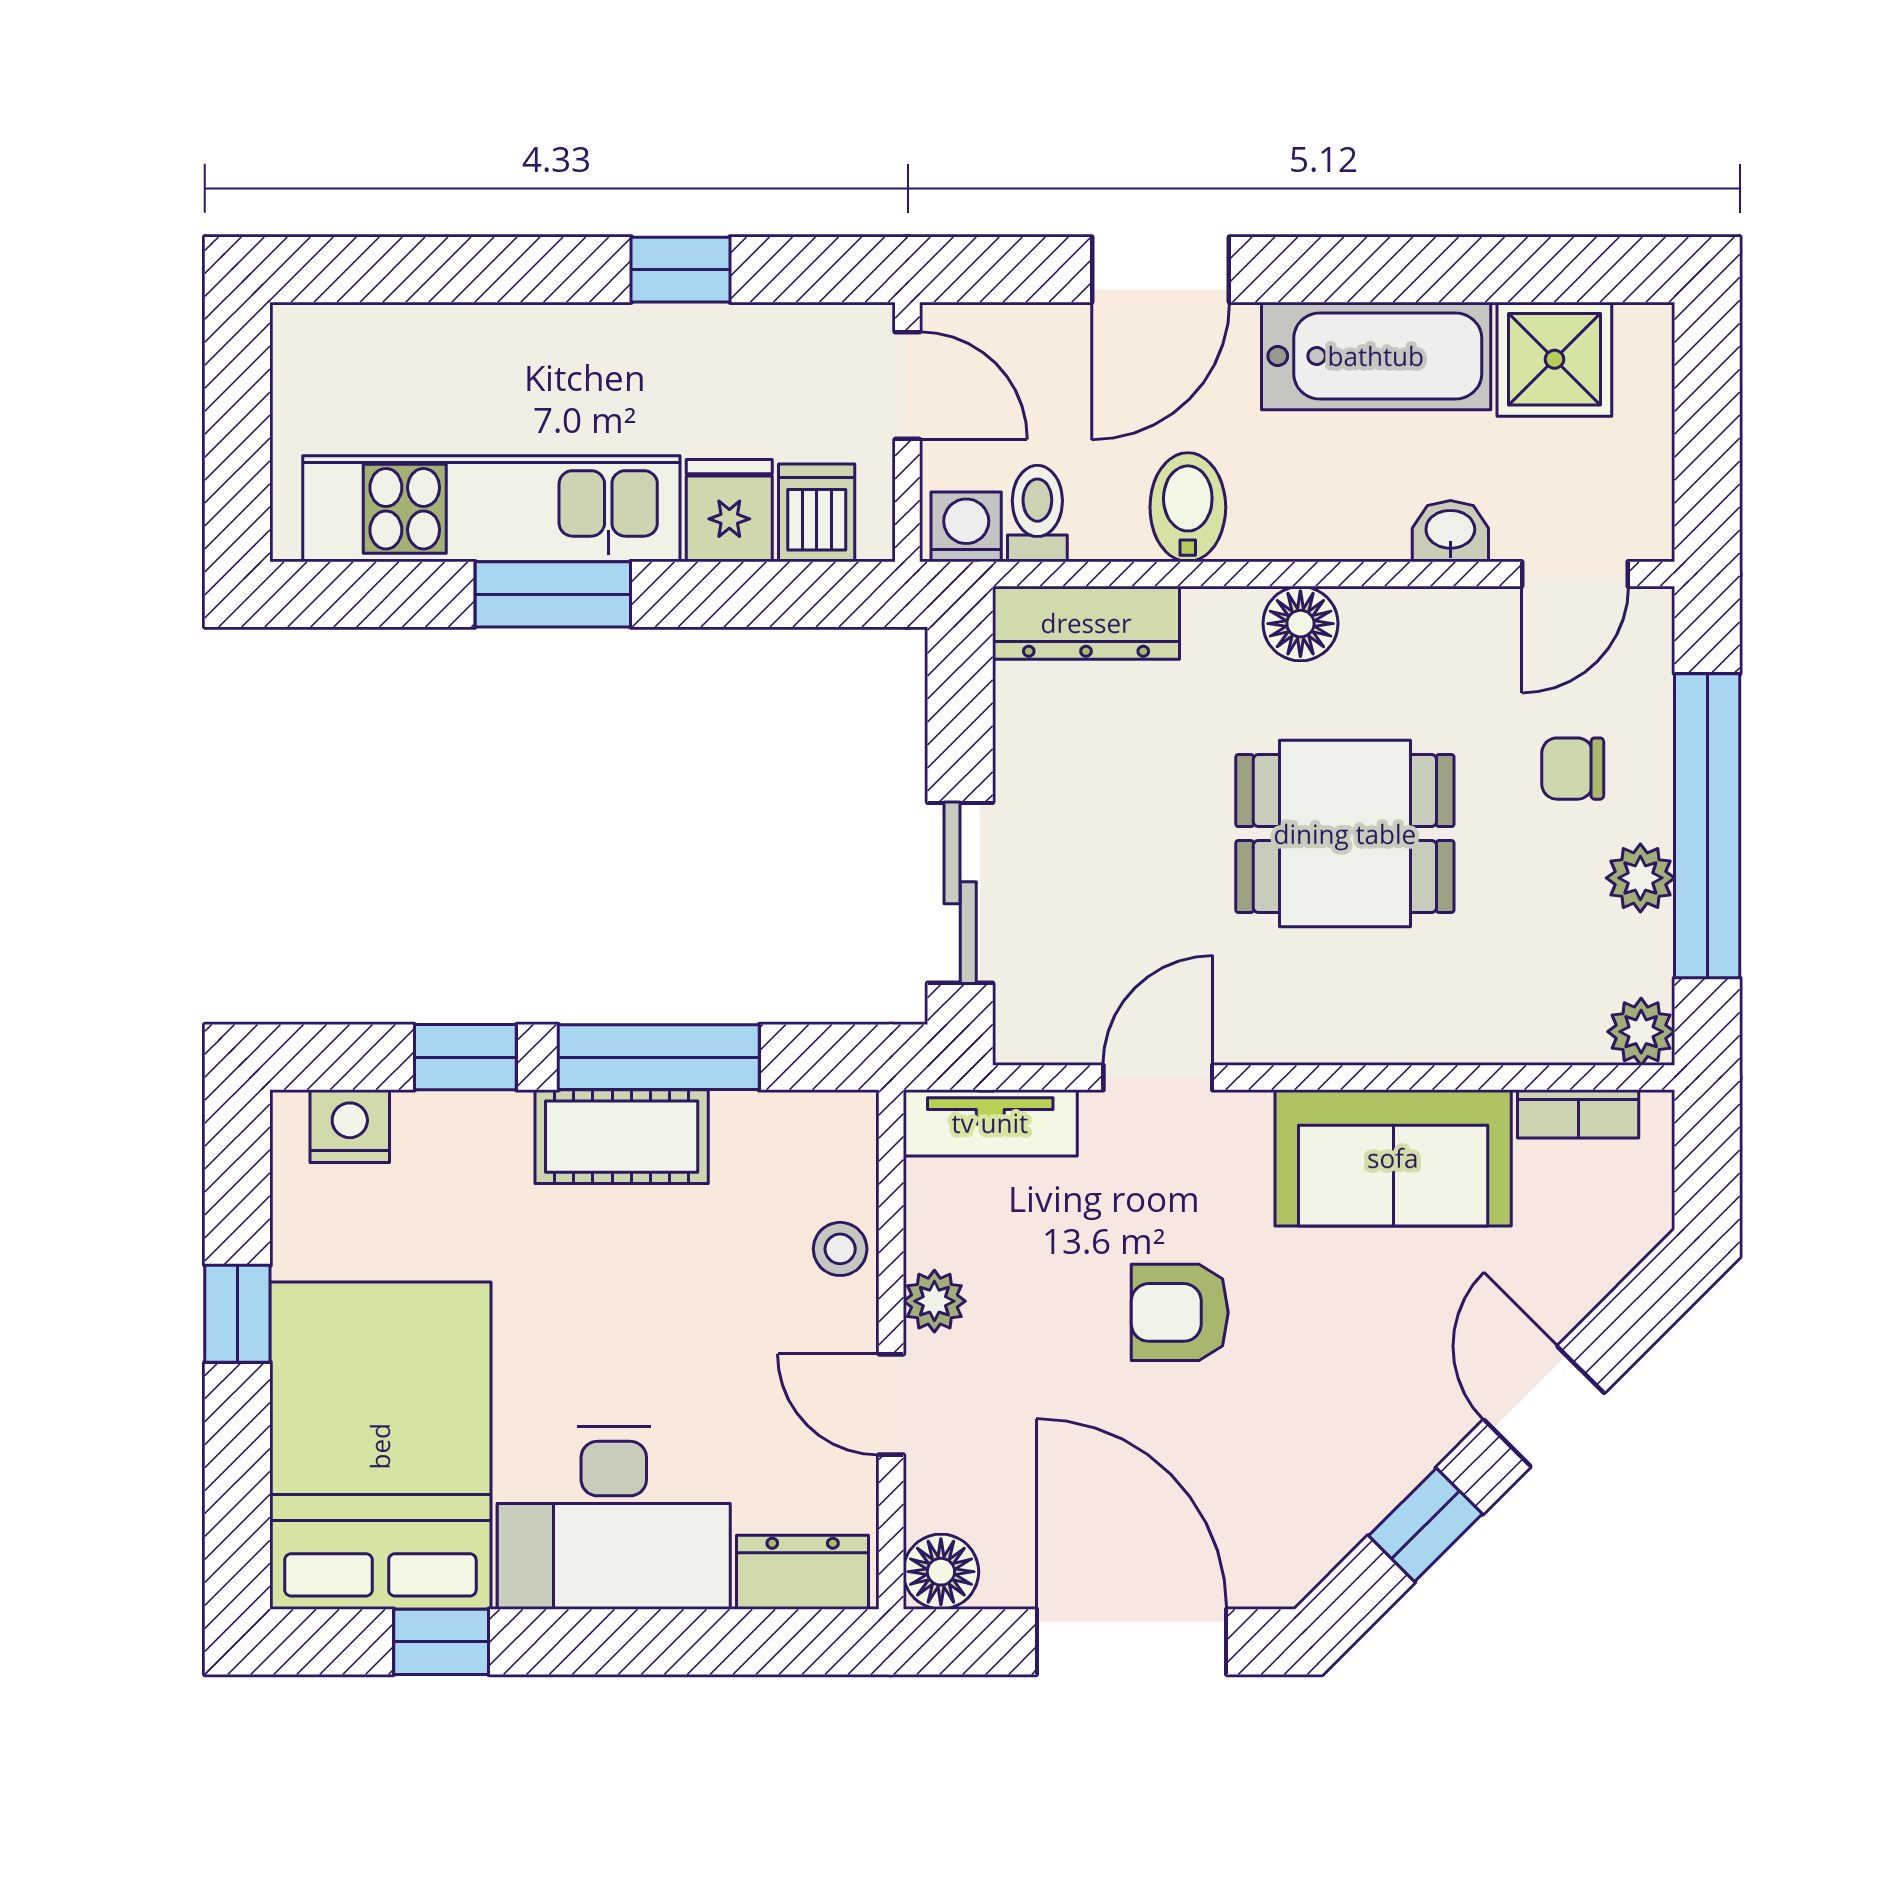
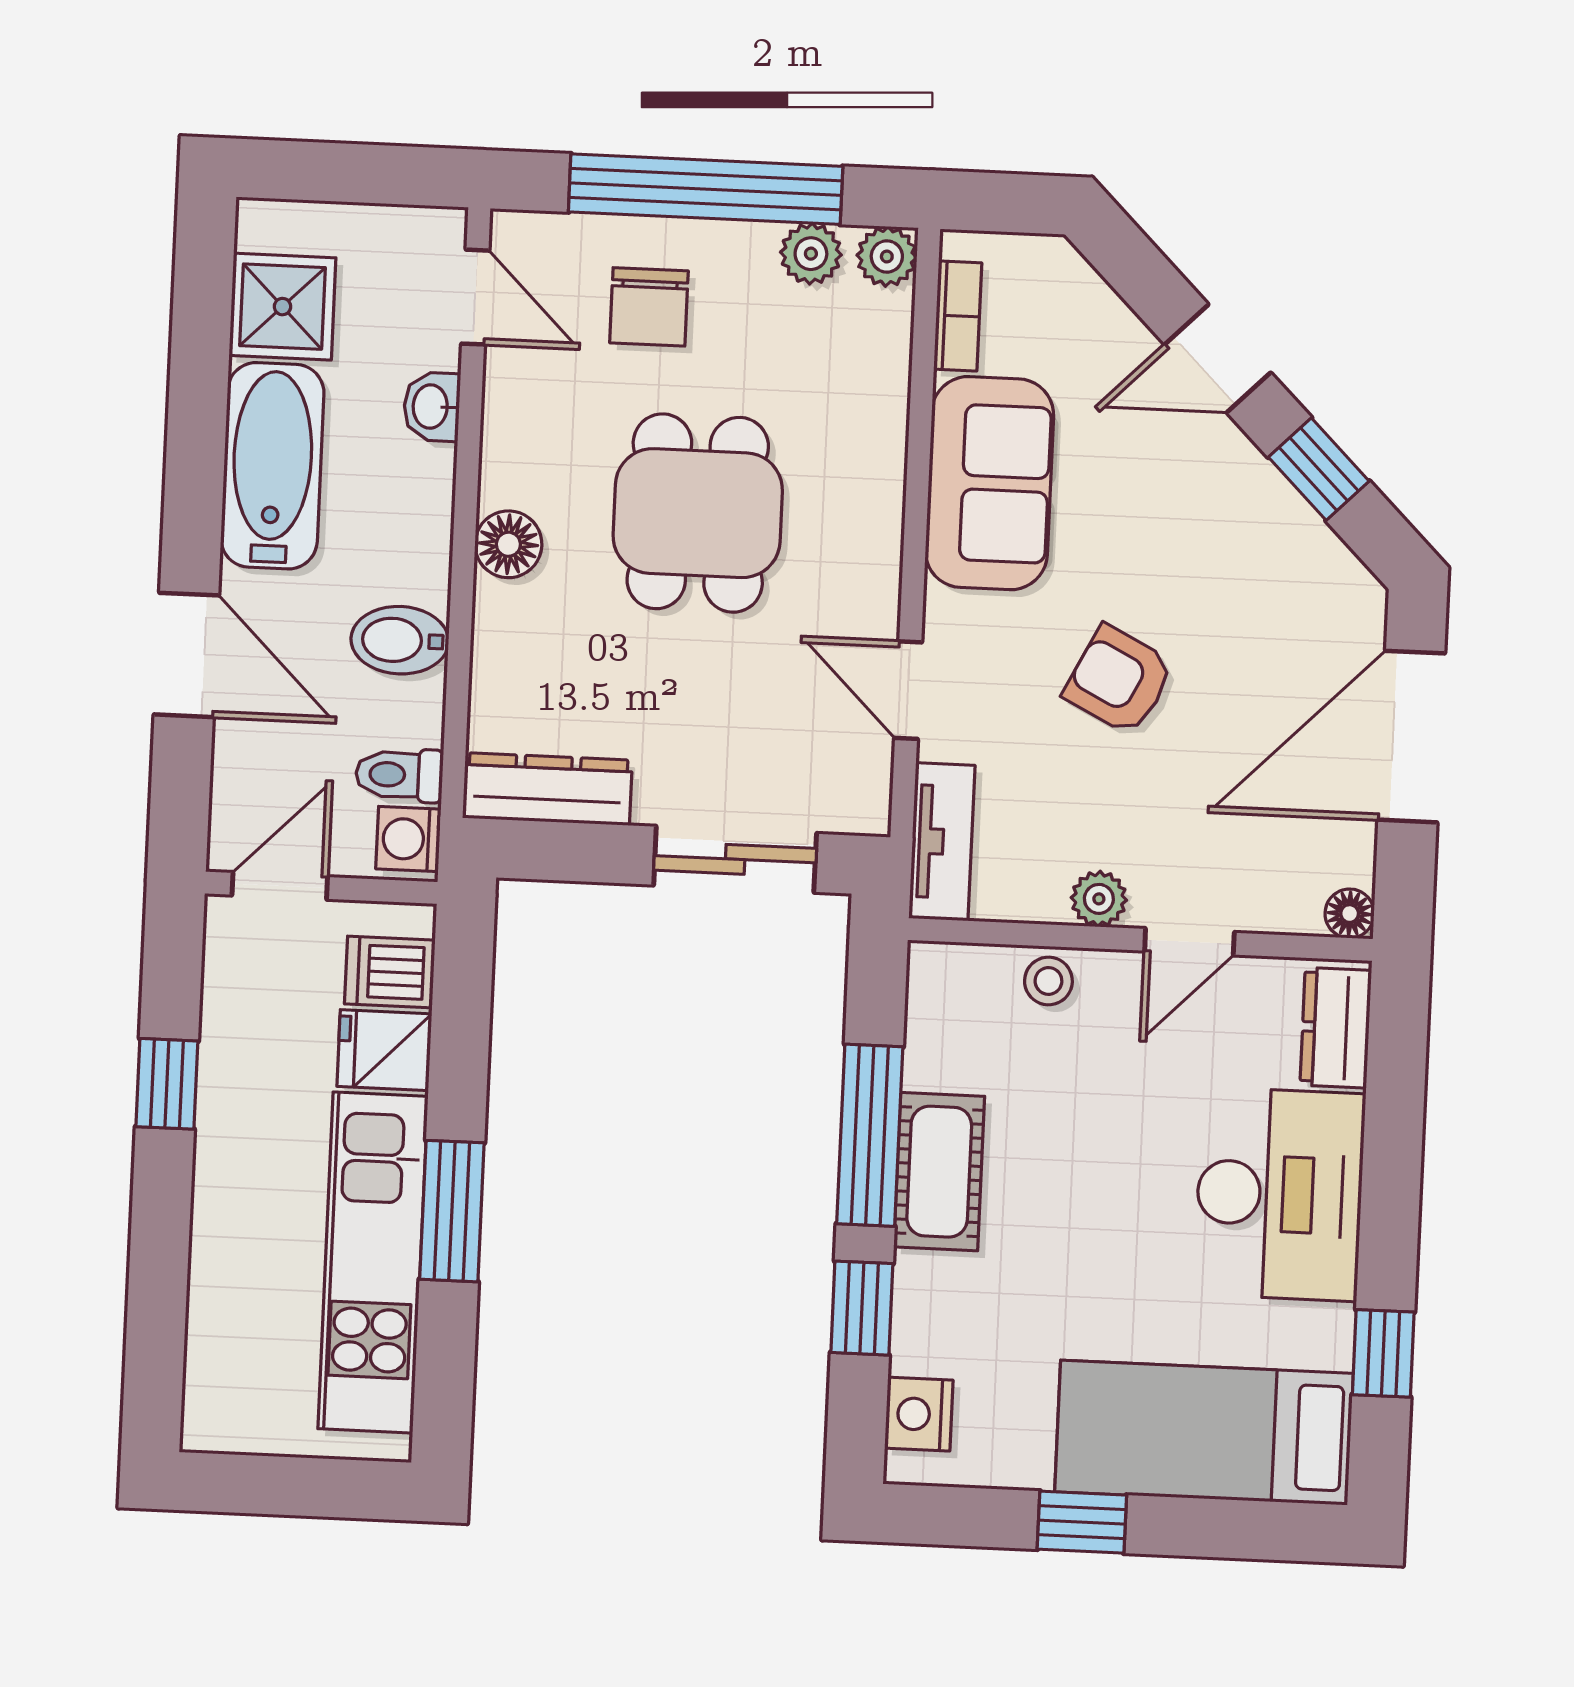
dresser: (1086, 623) -> (547, 789), moved, turned -90
chair: (1573, 769) -> (649, 307), width x1.37, depth x1.37
plant: (1640, 878) -> (811, 254), moved
armchair: (1180, 1312) -> (1119, 680), turned 117
bed: (380, 1446) -> (1204, 1433), width x0.67
floor lamp: (941, 1572) -> (1350, 914), width x0.73, depth x0.73

